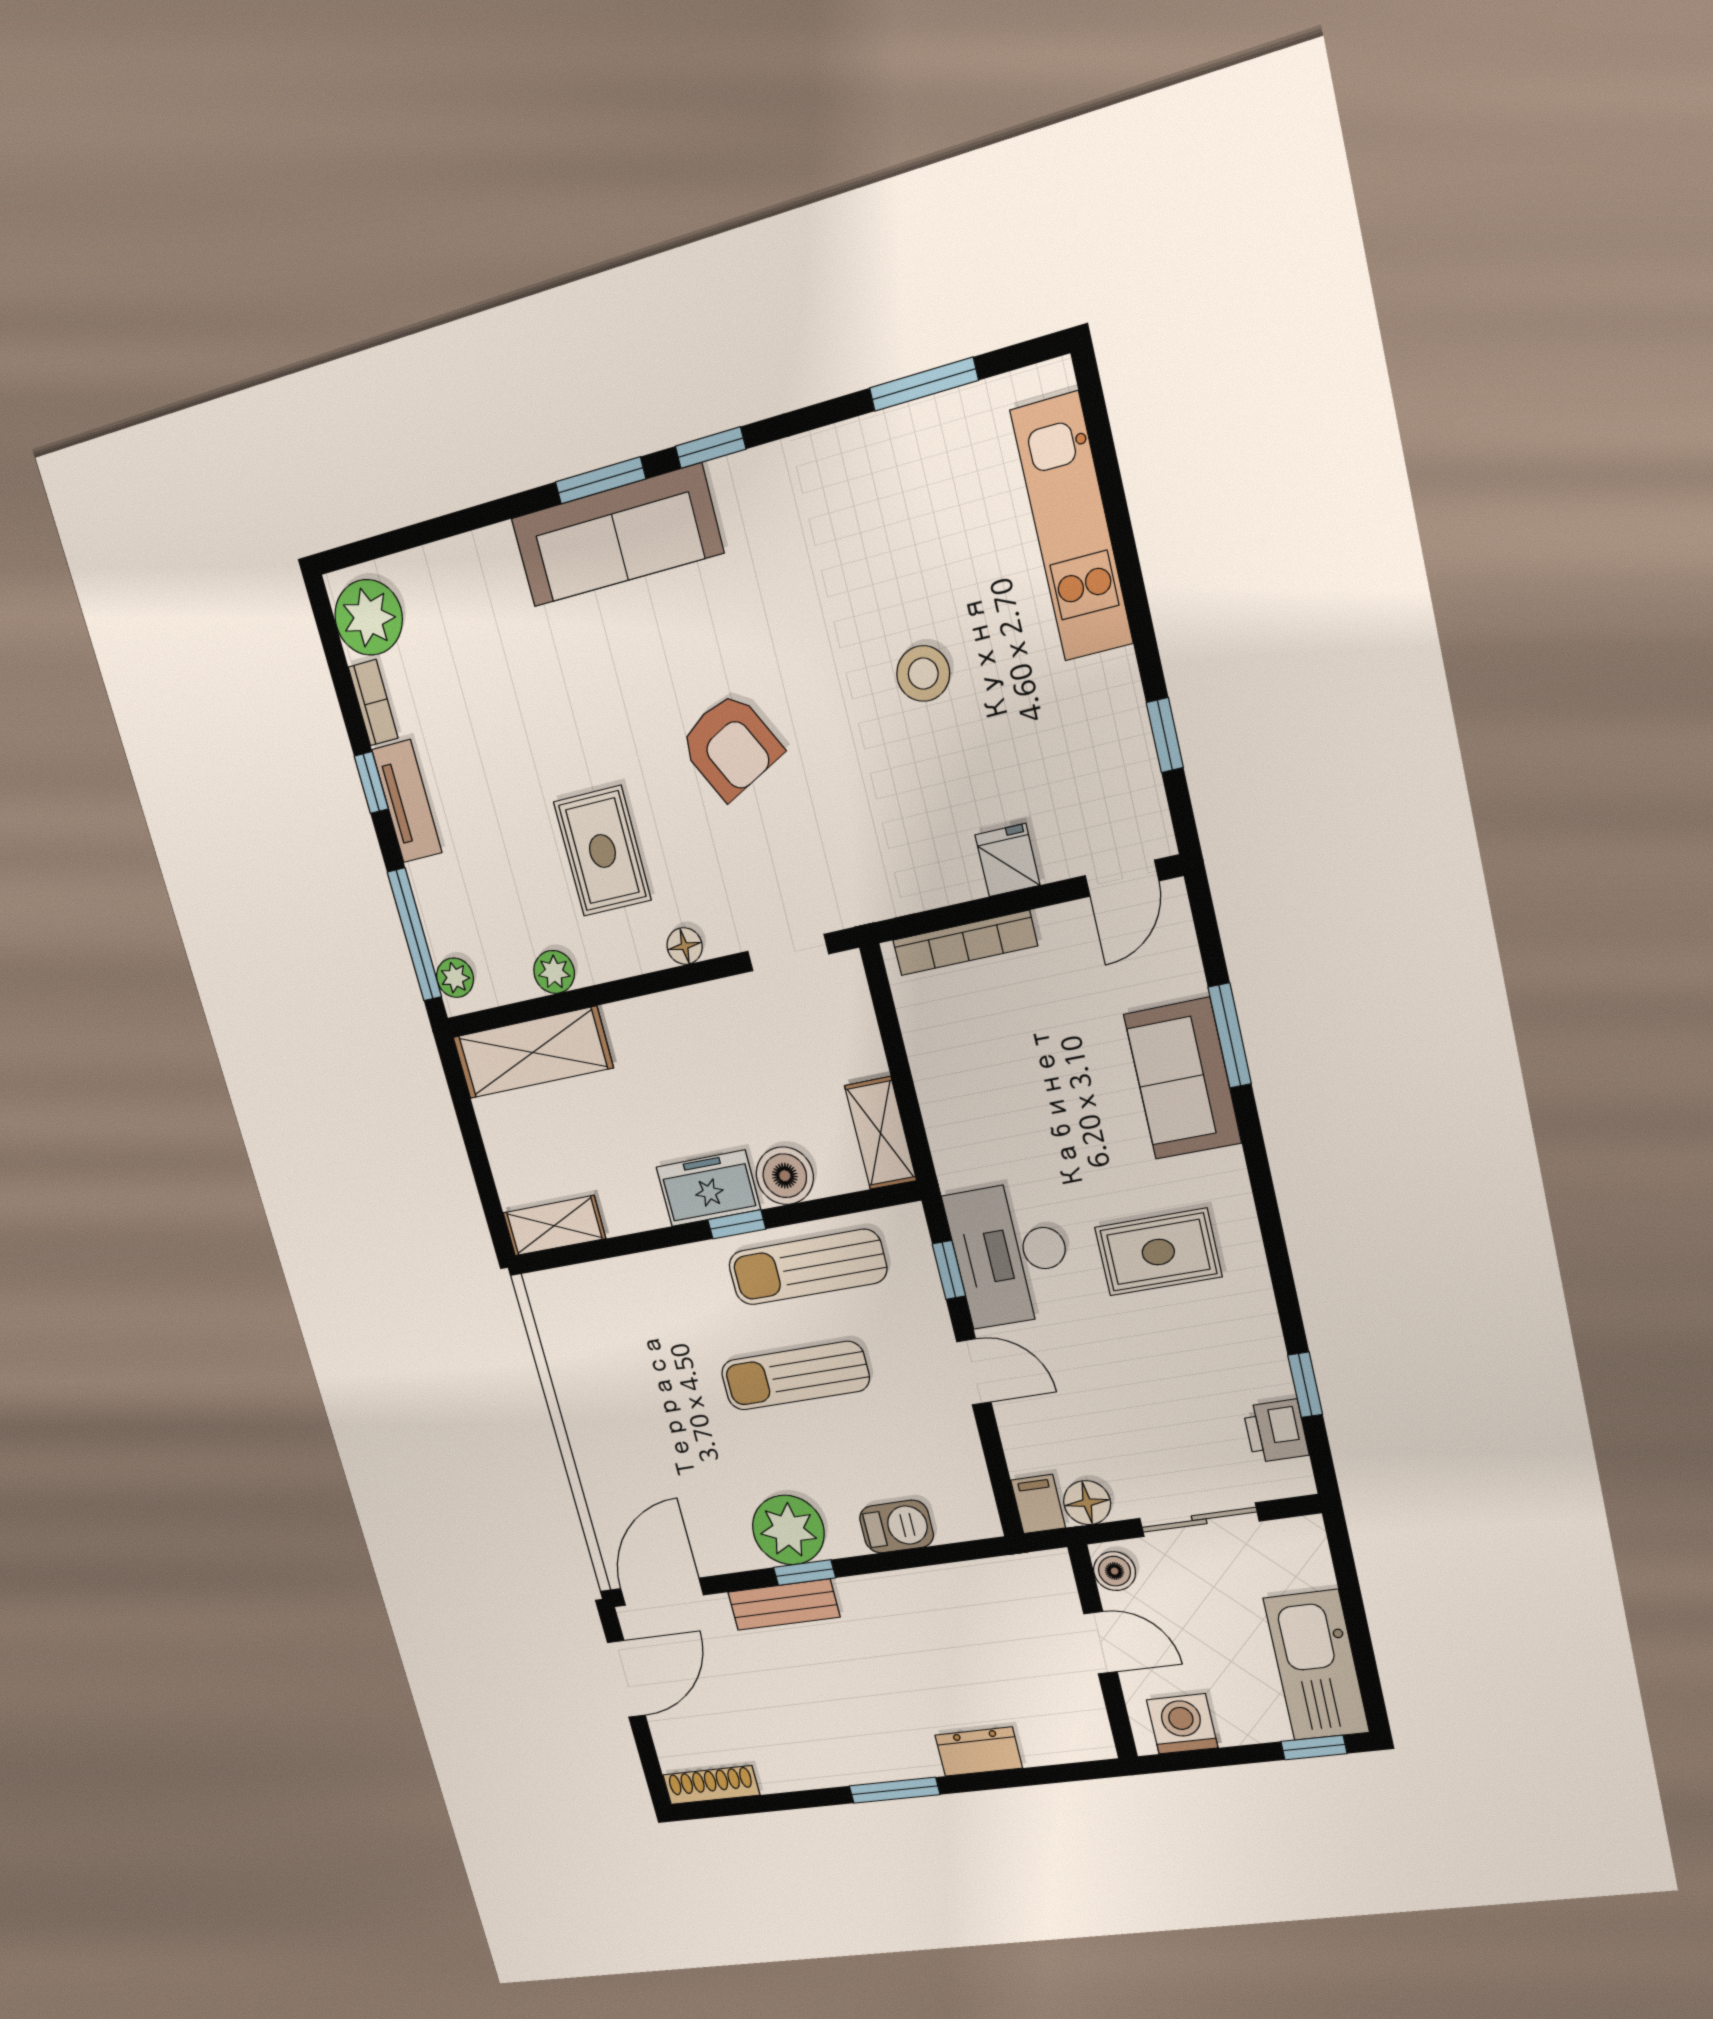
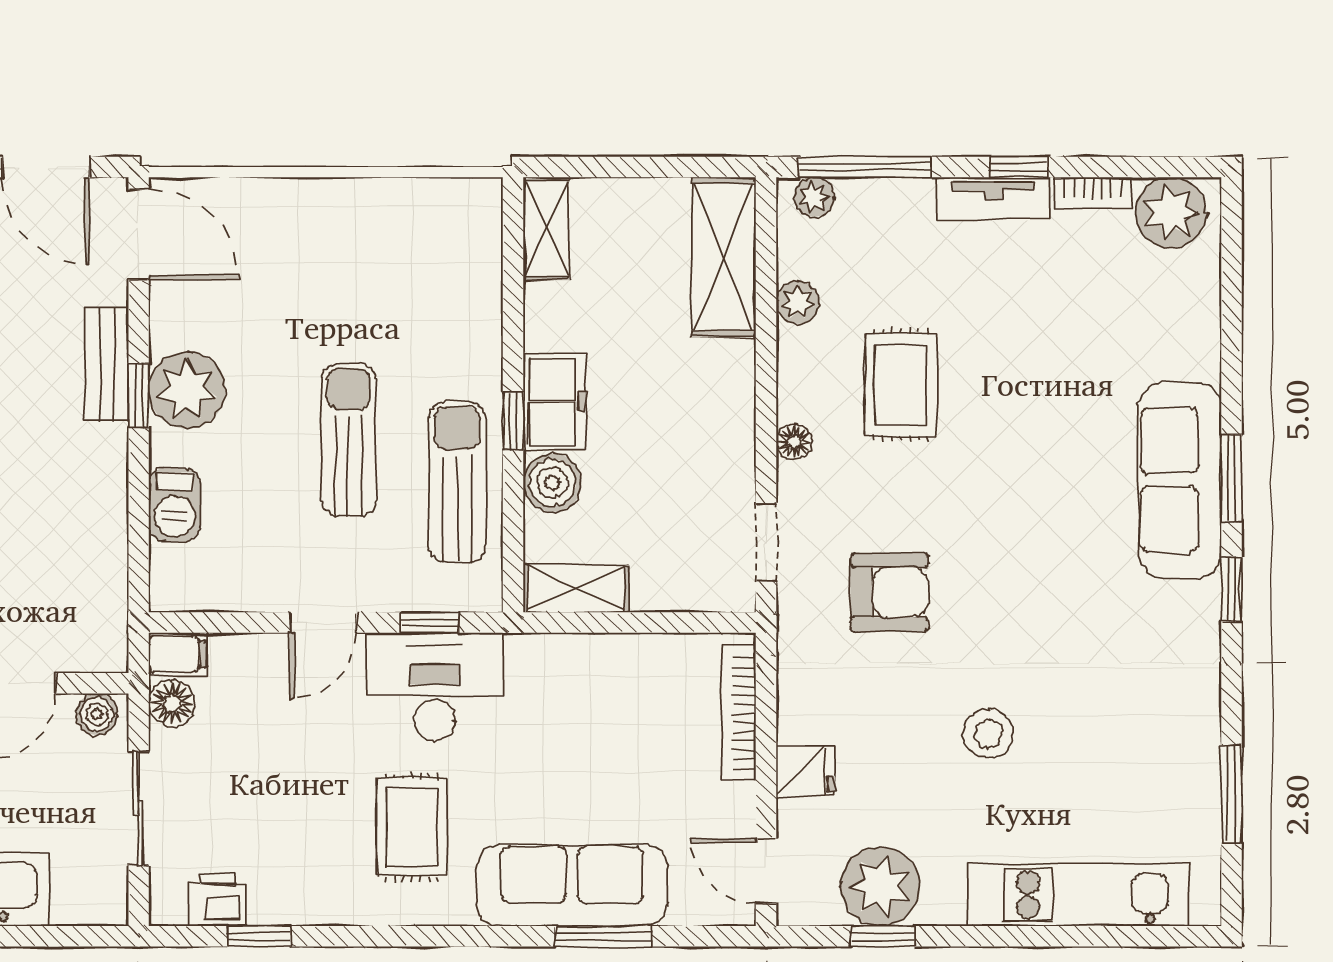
armchair: (730, 746) -> (889, 592), moved, turned -153
plant: (1112, 751) -> (881, 887), added
rug: (602, 851) -> (901, 385), turned 90
sofa: (1183, 1079) -> (572, 885), width x1.36

